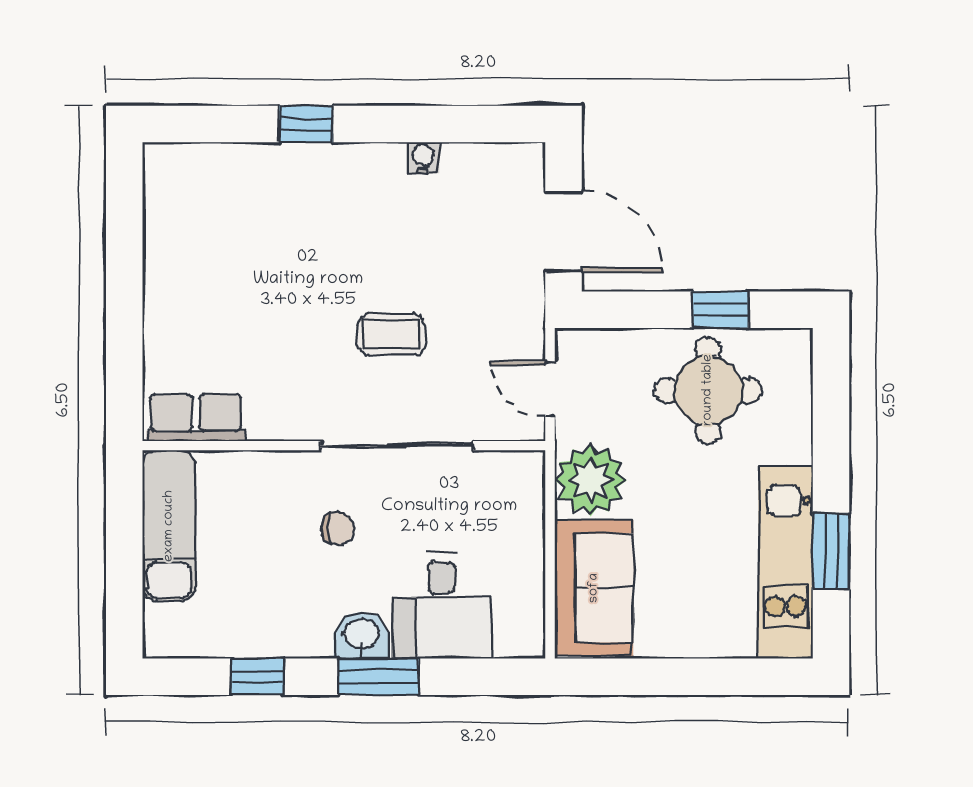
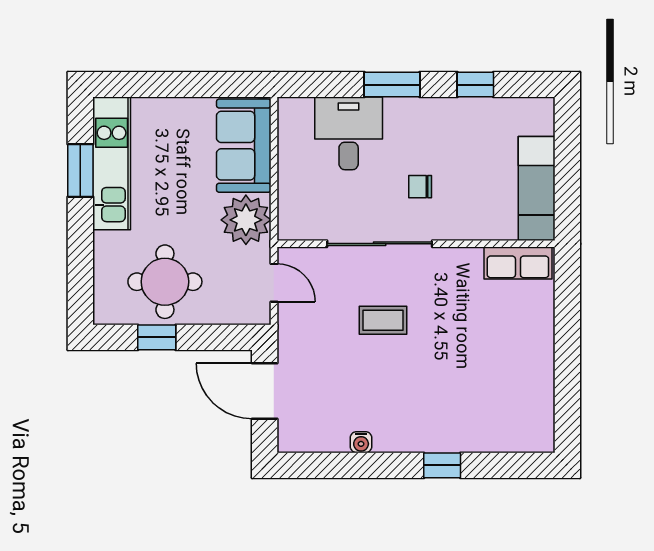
washbasin: (361, 635) -> (404, 113), removed

